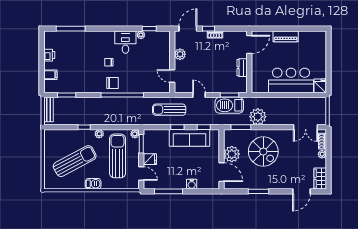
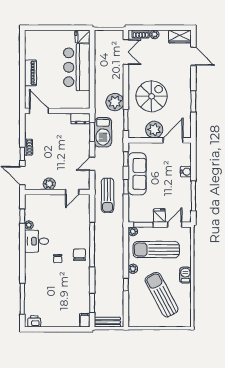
printer: (49, 55) -> (34, 321), moved
dresser: (242, 68) -> (80, 119), moved
filing cabinet: (50, 75) -> (85, 320), moved

